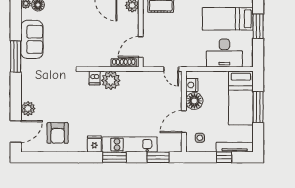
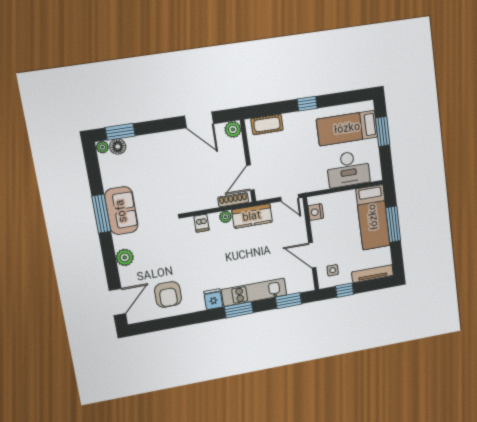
sofa: (32, 39) -> (121, 211), moved
kitchen counter: (137, 79) -> (252, 216), added
plant: (111, 80) -> (225, 217), width x0.53, depth x0.53
floor lamp: (194, 101) -> (321, 230), removed
plant: (28, 109) -> (125, 257), moved
door: (184, 122) -> (312, 255), hinge flipped
window: (224, 157) -> (345, 290), moved

